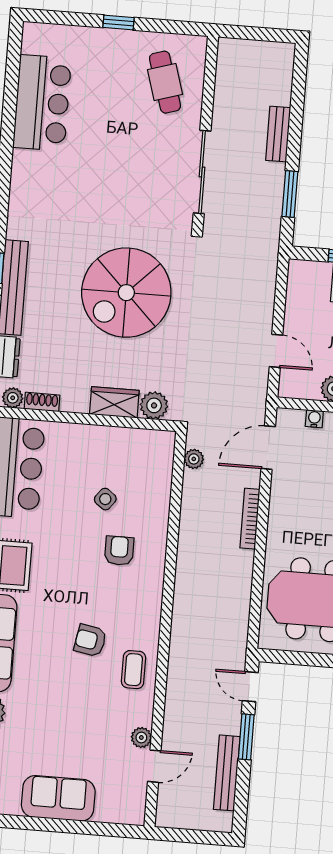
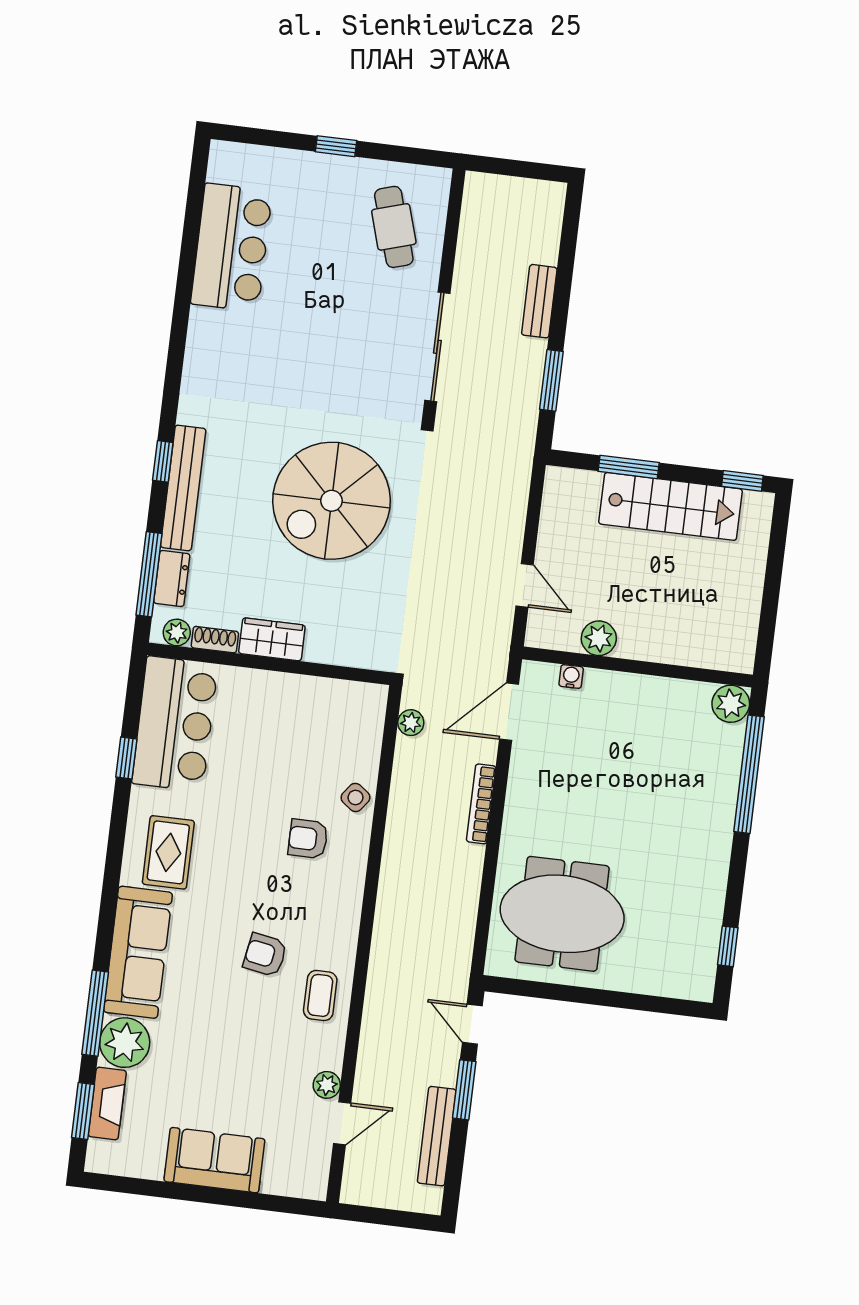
wardrobe: (114, 402) -> (272, 639), moved
plant: (154, 405) -> (362, 650), removed
side table: (105, 499) -> (355, 797), moved
armchair: (119, 551) -> (308, 839), turned -90

